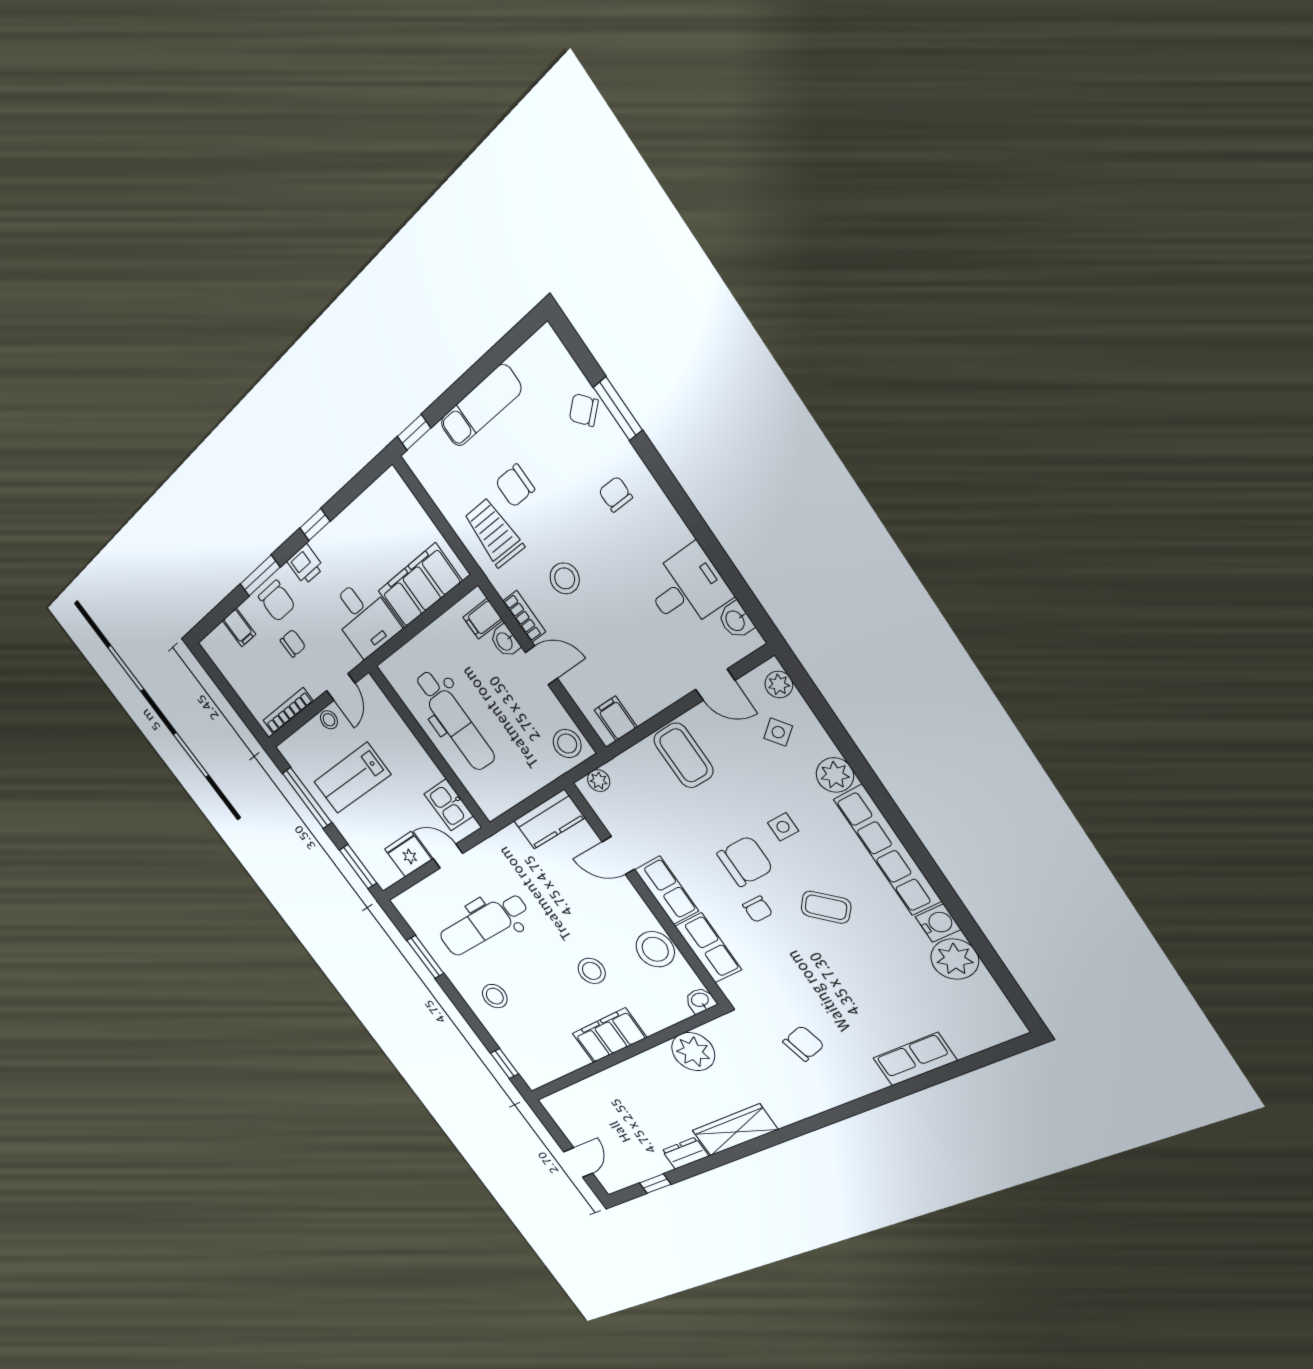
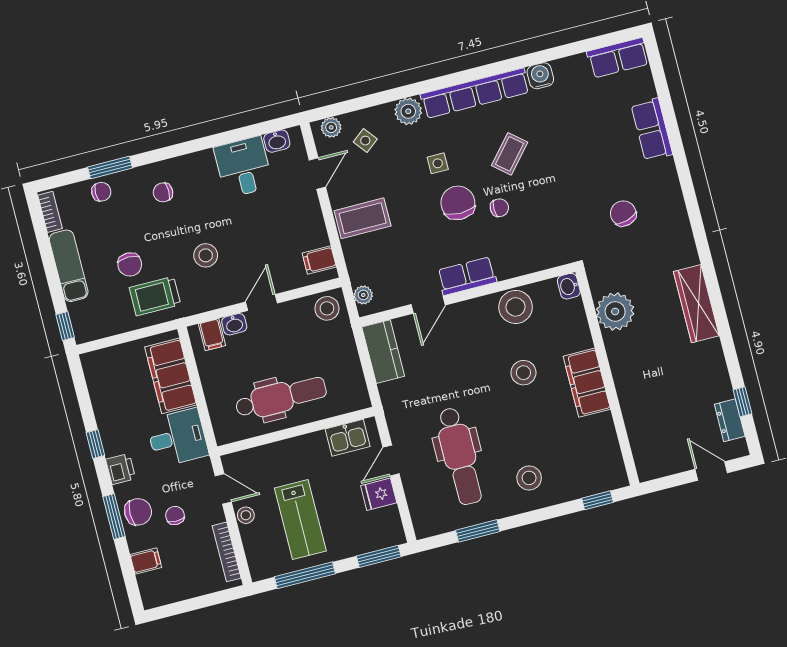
chair: (584, 410) -> (101, 192), turned -140
bookcase: (524, 616) -> (50, 212), moved, turned 90
fridge: (408, 854) -> (379, 494), width x0.72
row of seats: (708, 948) -> (618, 58), moved, turned 180
plant: (955, 959) -> (572, 73), removed
dresser: (685, 1153) -> (730, 420), moved

